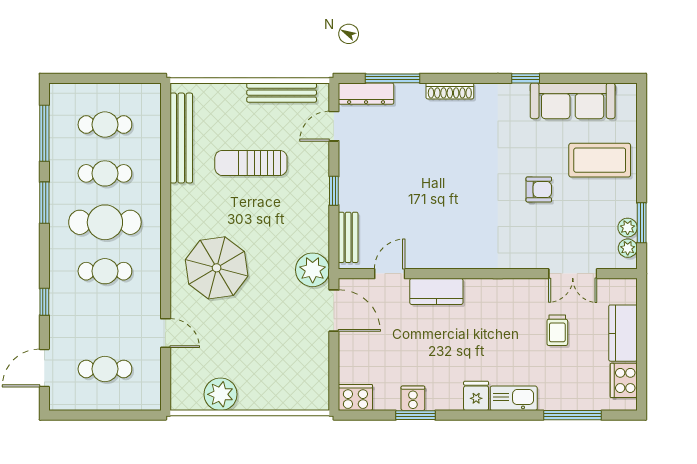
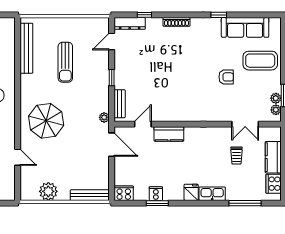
window: (393, 78) -> (144, 15), width x0.46
bench: (282, 93) -> (90, 195), moved
sun lounger: (251, 163) -> (65, 62), turned -90
plant: (313, 270) -> (104, 117), width x0.53, depth x0.53

